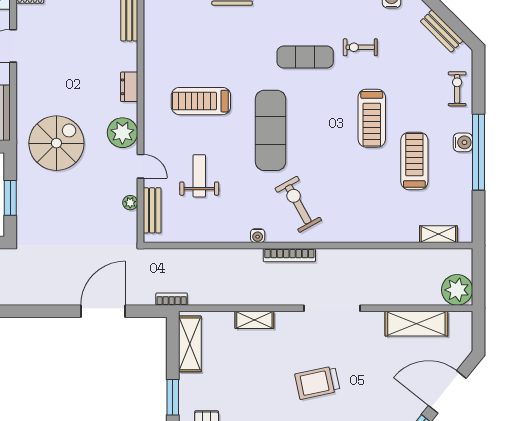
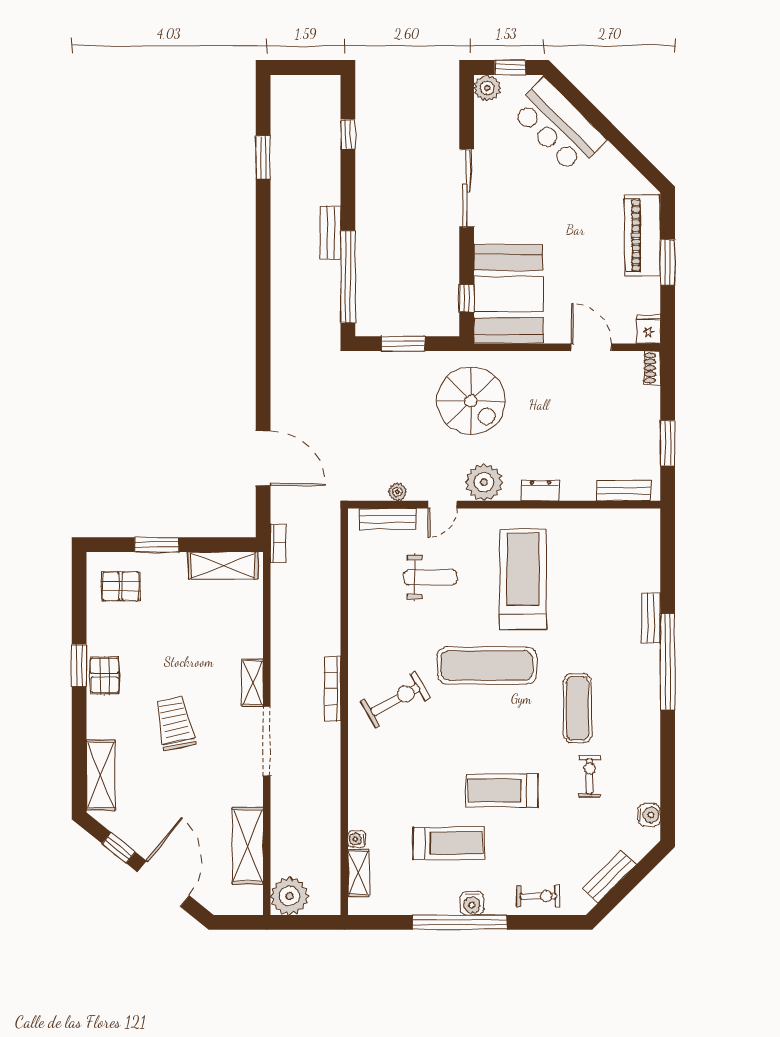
treadmill: (201, 101) -> (523, 579), width x1.37, depth x1.38
water cooler: (258, 236) -> (357, 839), moved
shelving: (254, 320) -> (252, 682), moved

